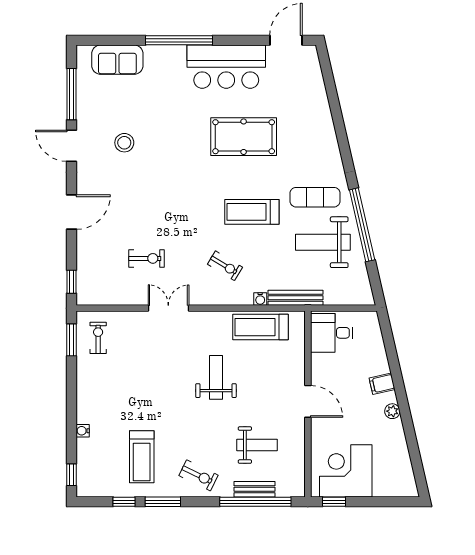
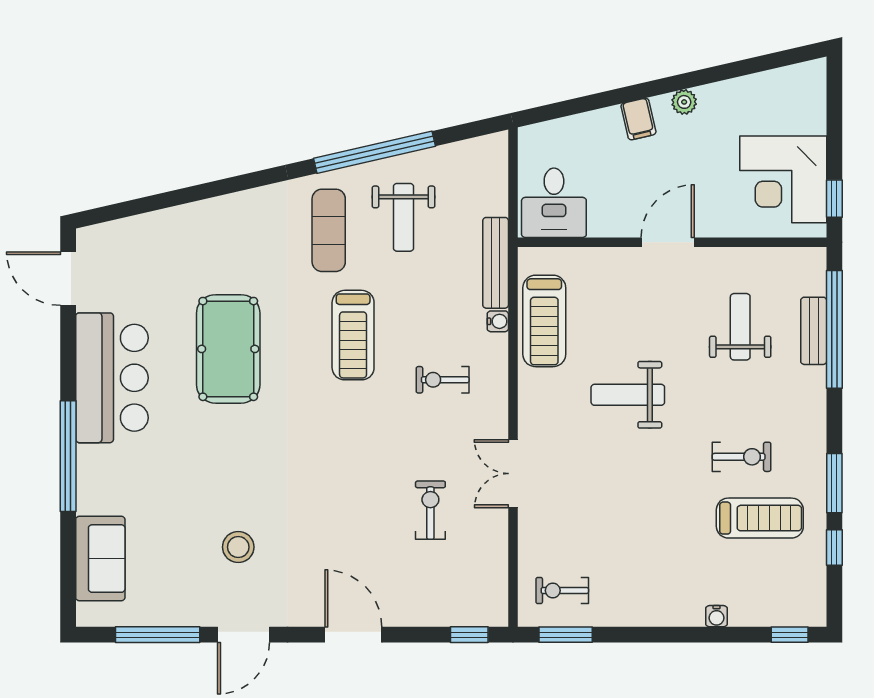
weight bench: (323, 242) -> (403, 217), width x0.73, depth x0.75
exercise bike: (225, 266) -> (443, 380), turned -121
exercise bike: (198, 475) -> (742, 457), moved, turned 64

